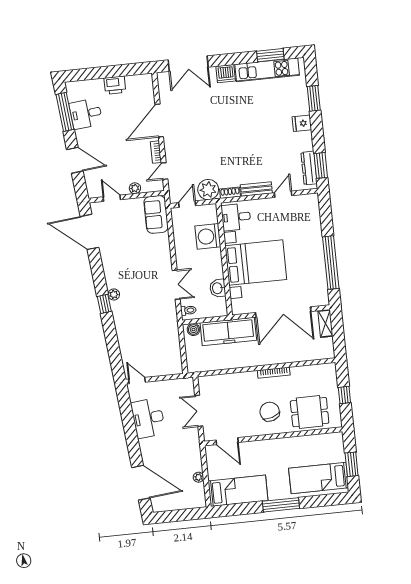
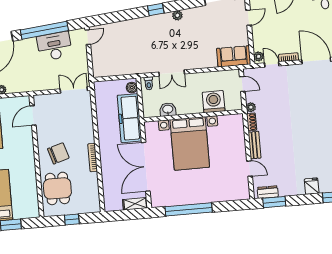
dresser: (309, 168) -> (268, 192), width x0.70
plant: (135, 188) -> (259, 56), moved
plant: (208, 190) -> (251, 107), width x0.53, depth x0.53
desk: (236, 217) -> (230, 127), removed
plant: (114, 294) -> (177, 15), moved
double door: (199, 411) -> (74, 90), moved
window: (130, 430) -> (44, 30), added

